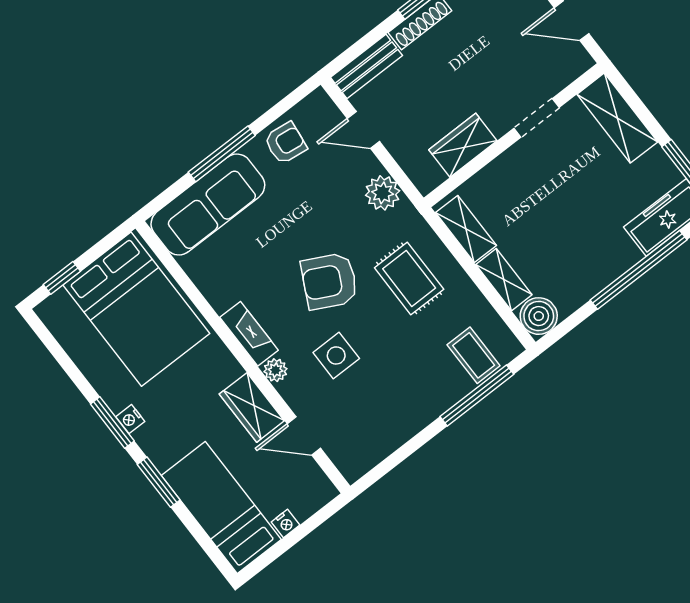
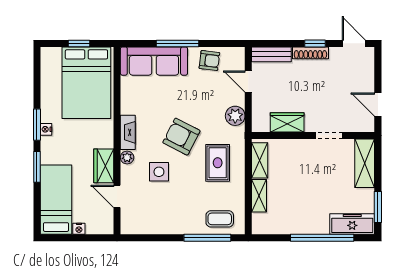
window: (62, 278) -> (79, 43), moved
boiler: (539, 316) -> (262, 224), removed
coffee table: (474, 355) -> (220, 219), turned 90

